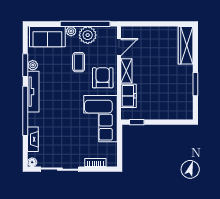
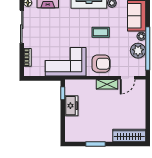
door: (119, 47) -> (128, 78), hinge flipped
coffee table: (79, 62) -> (101, 32), moved
freezer: (128, 96) -> (71, 106), moved, turned -90

